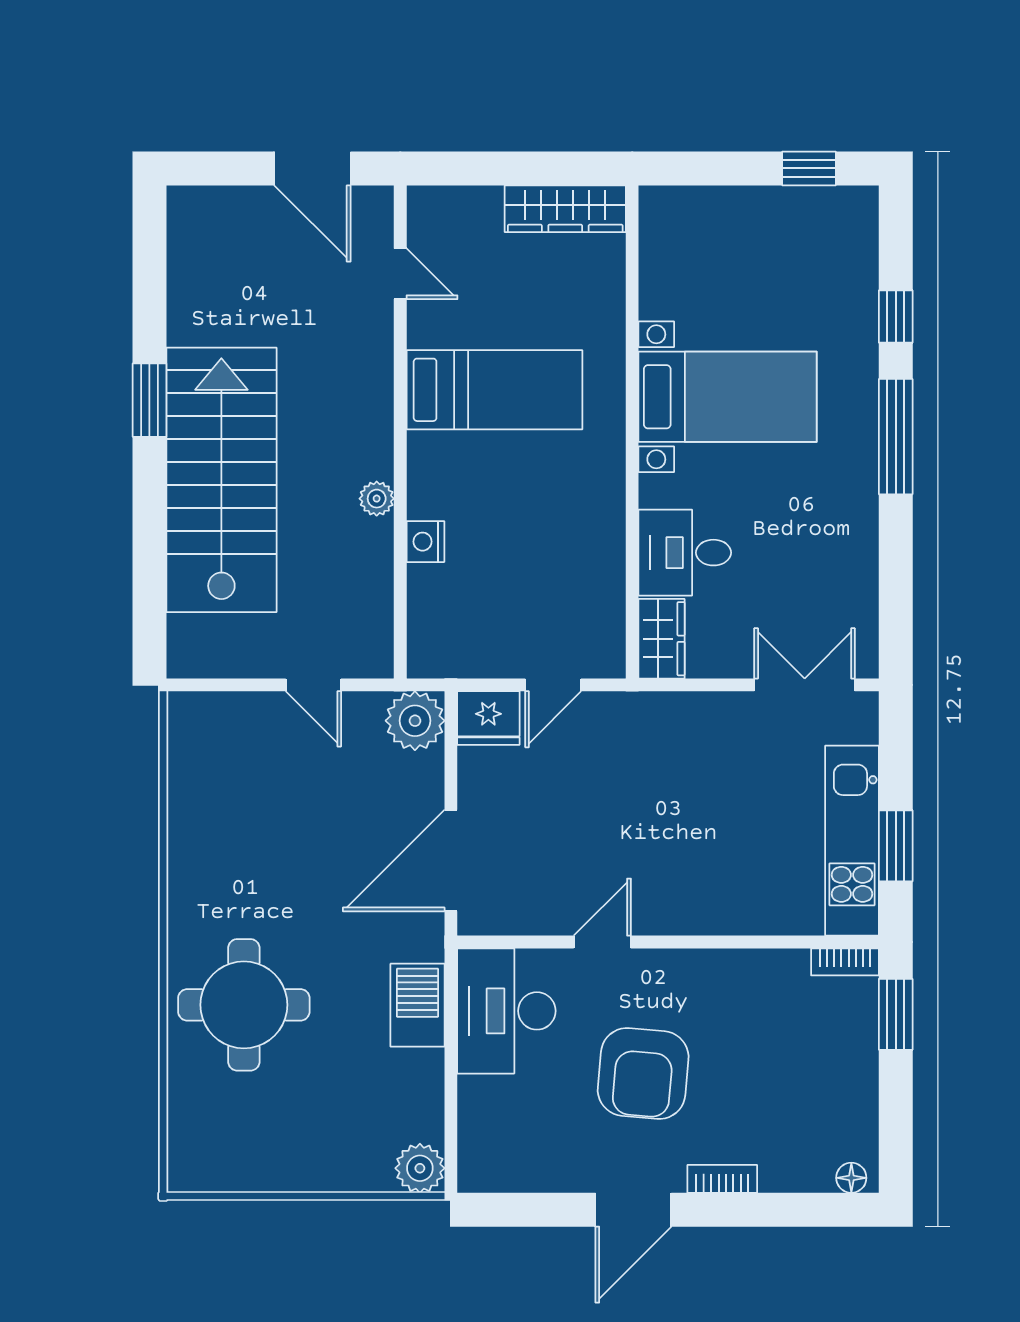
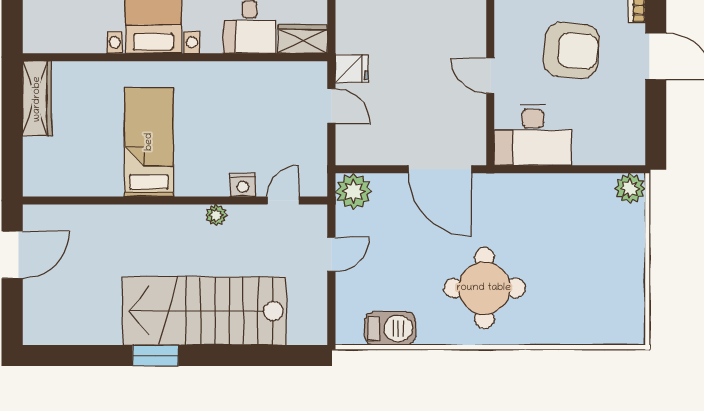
door: (400, 274) -> (283, 200), moved
fridge: (488, 718) -> (352, 68), moved, width x0.72
round table: (244, 1005) -> (484, 288), moved
barbecue: (417, 1005) -> (390, 328), moved, turned 180

